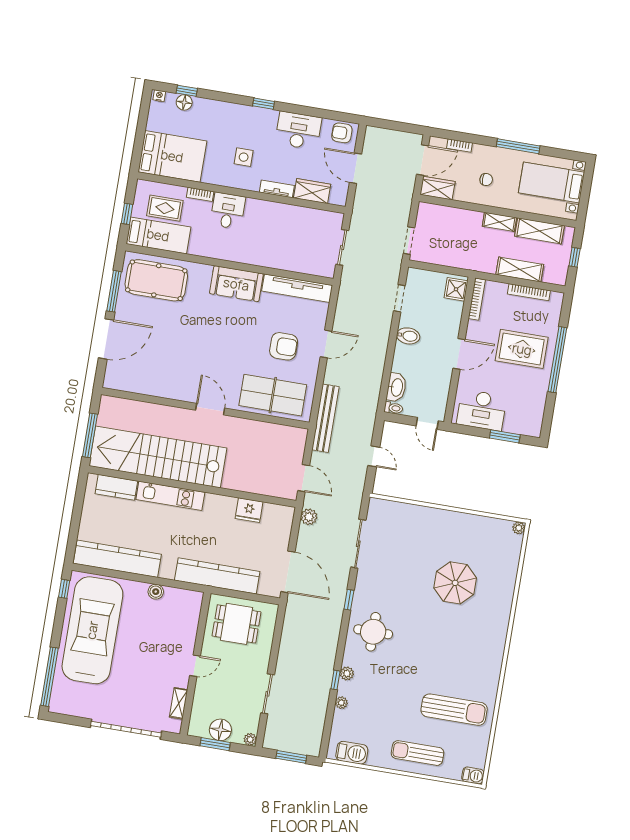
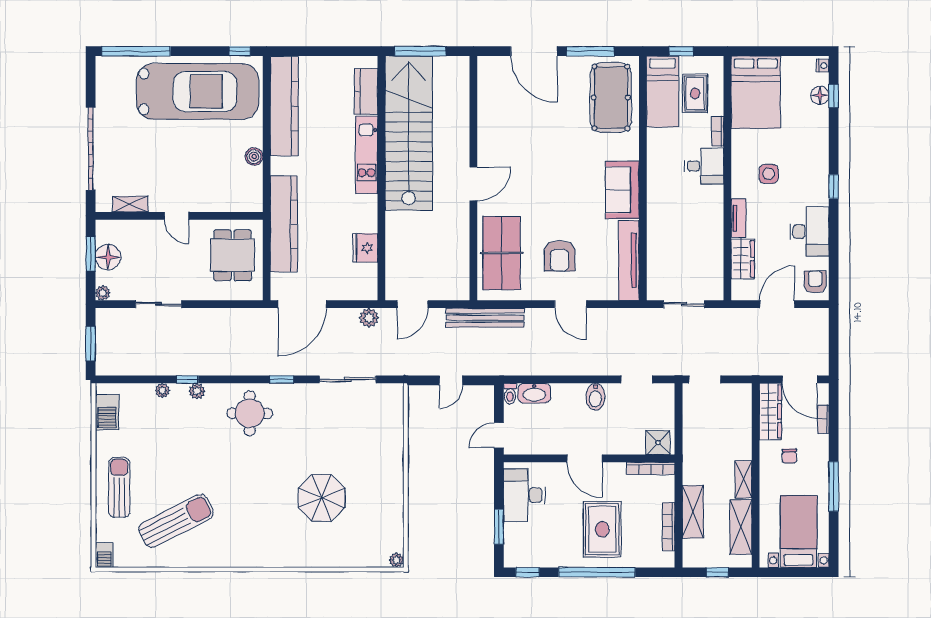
wardrobe: (438, 188) -> (770, 411), width x1.50
window: (548, 418) -> (528, 572), added
sun lounger: (454, 710) -> (176, 521), turned -117

